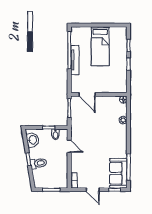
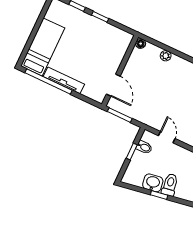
bed: (100, 46) -> (43, 47), moved, turned -90
door: (87, 94) -> (113, 85), hinge flipped
washbasin: (33, 140) -> (153, 183), moved
door: (69, 146) -> (167, 137), hinge flipped

